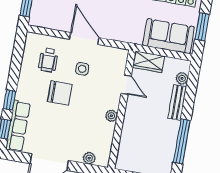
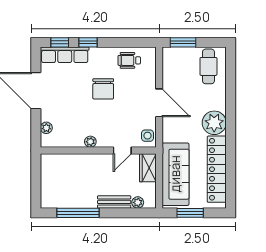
sofa: (169, 36) -> (175, 174), width x1.36
door: (84, 38) -> (159, 103), hinge flipped
wheelchair: (48, 60) -> (129, 60), moved
side table: (82, 69) -> (147, 136), moved

